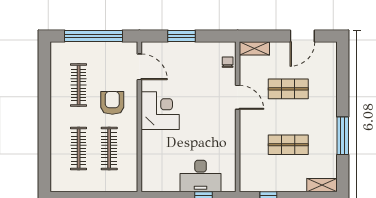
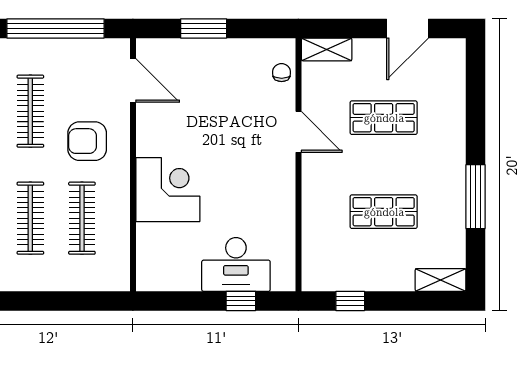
armchair: (112, 103) -> (87, 141), turned -90
corner desk: (160, 111) -> (168, 190), moved

